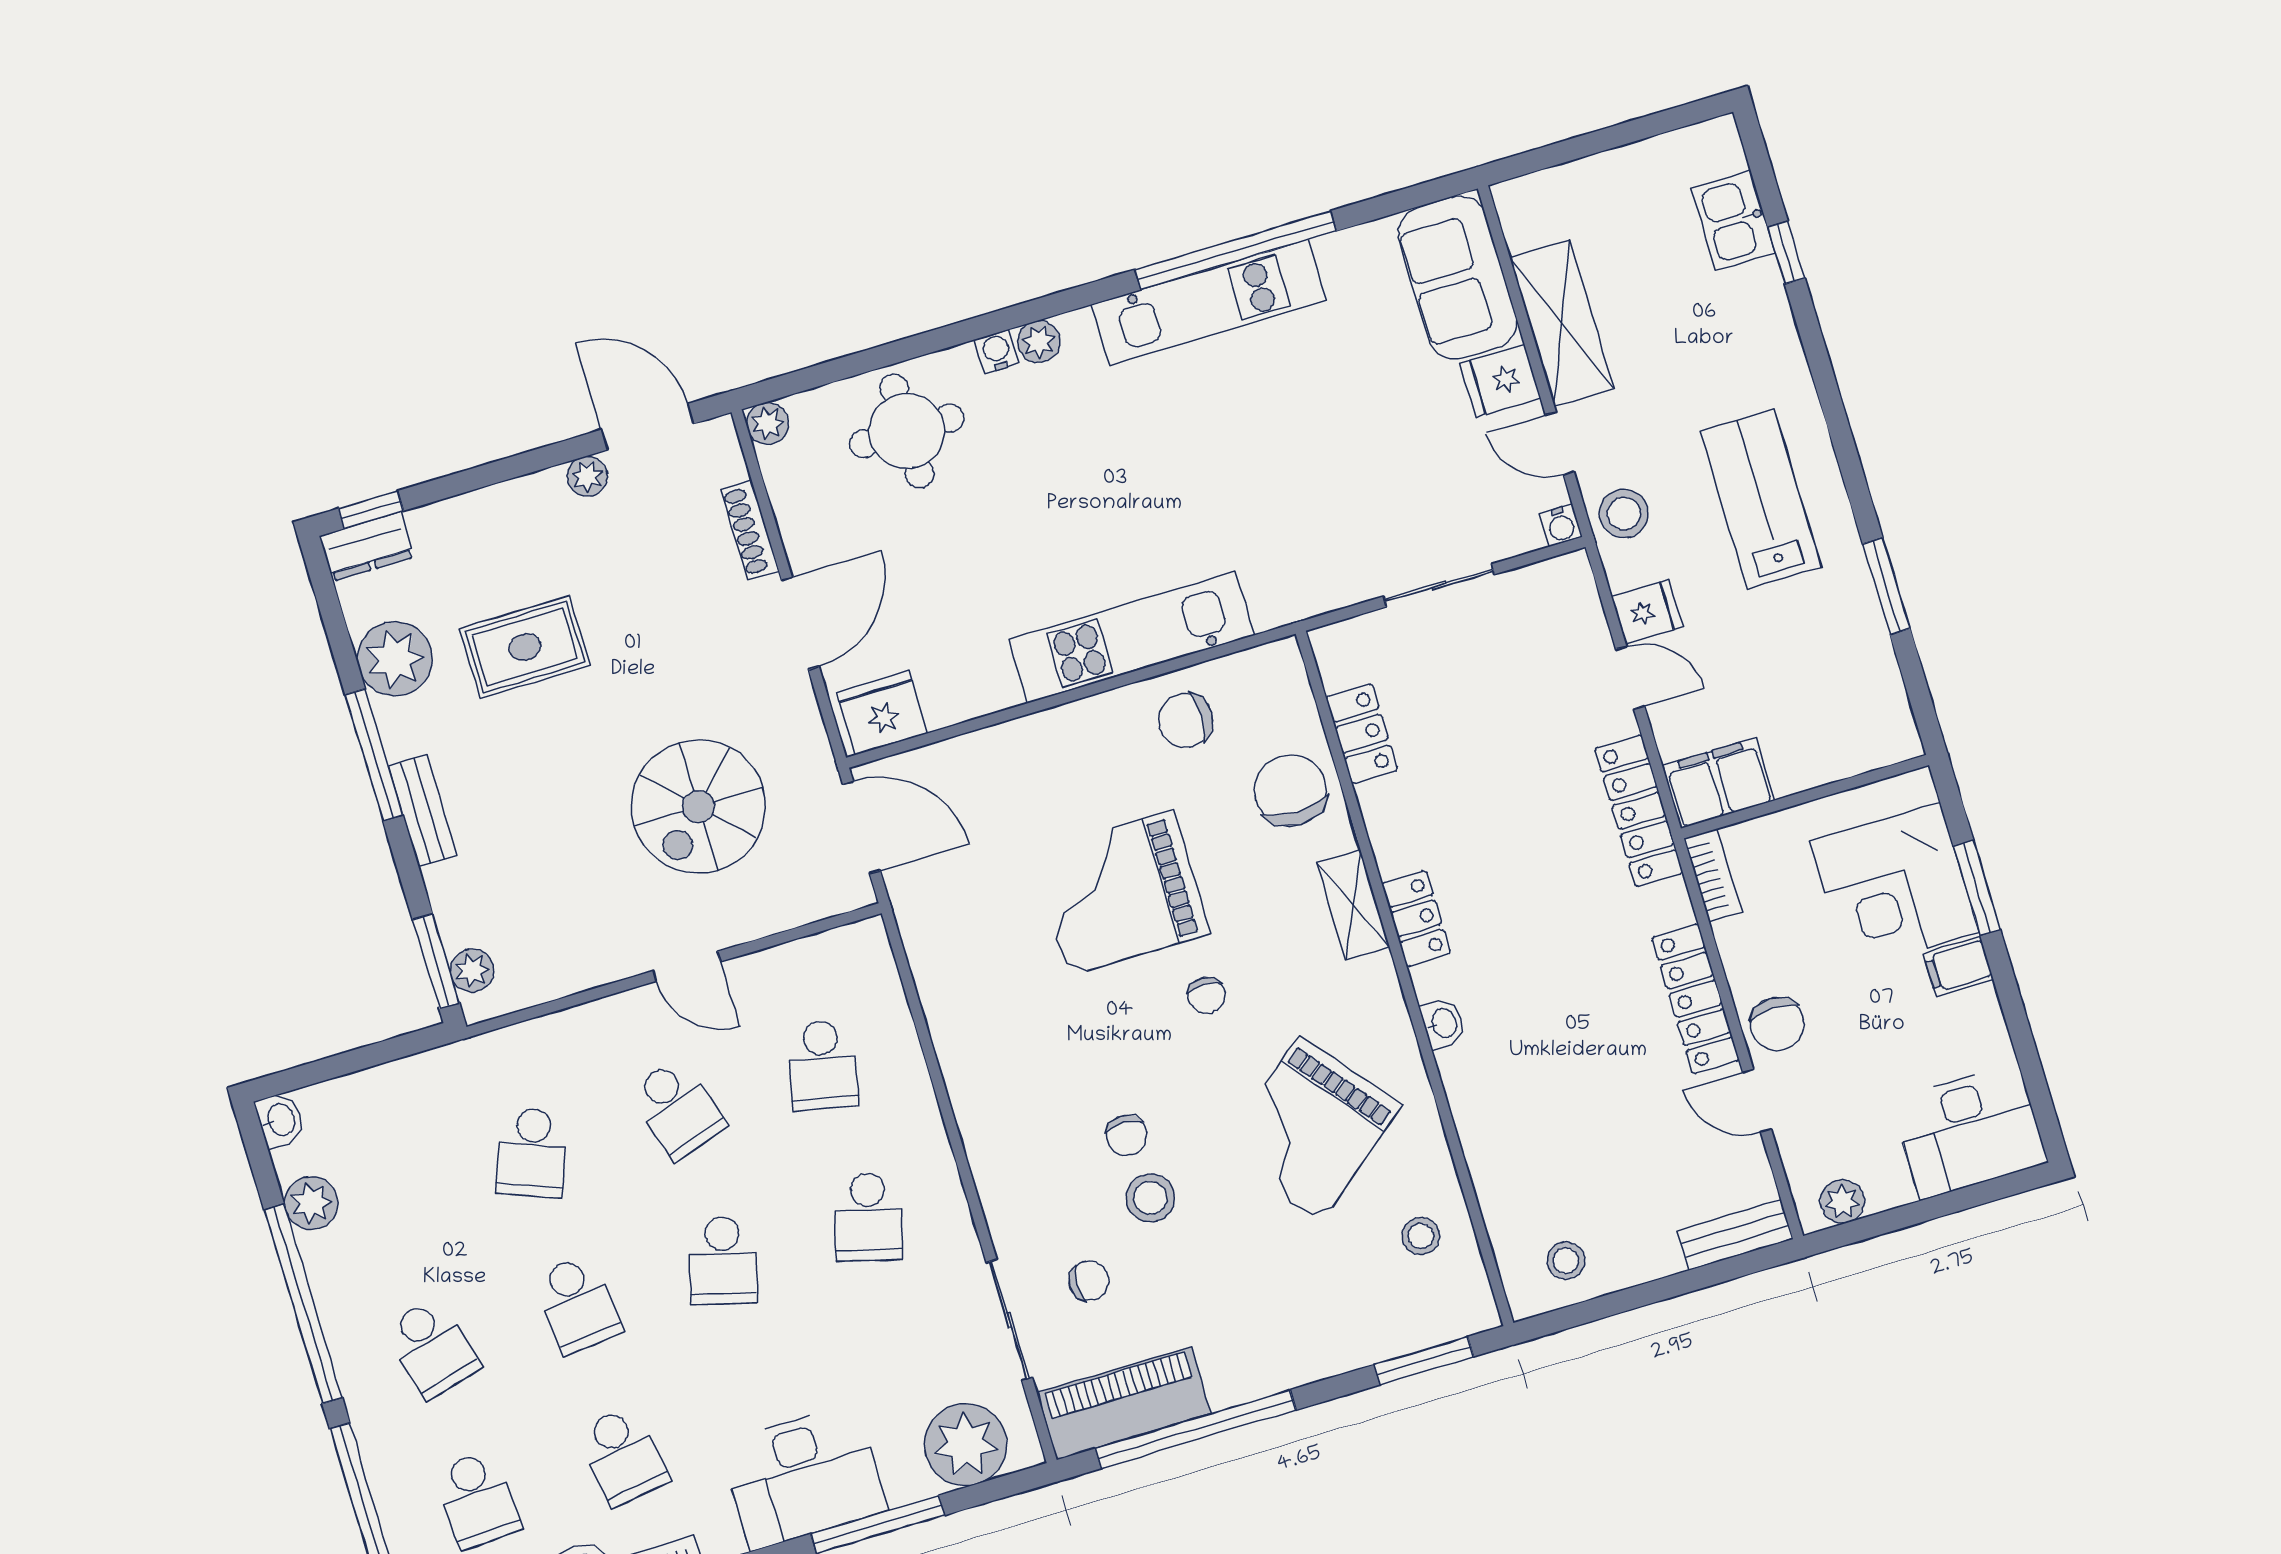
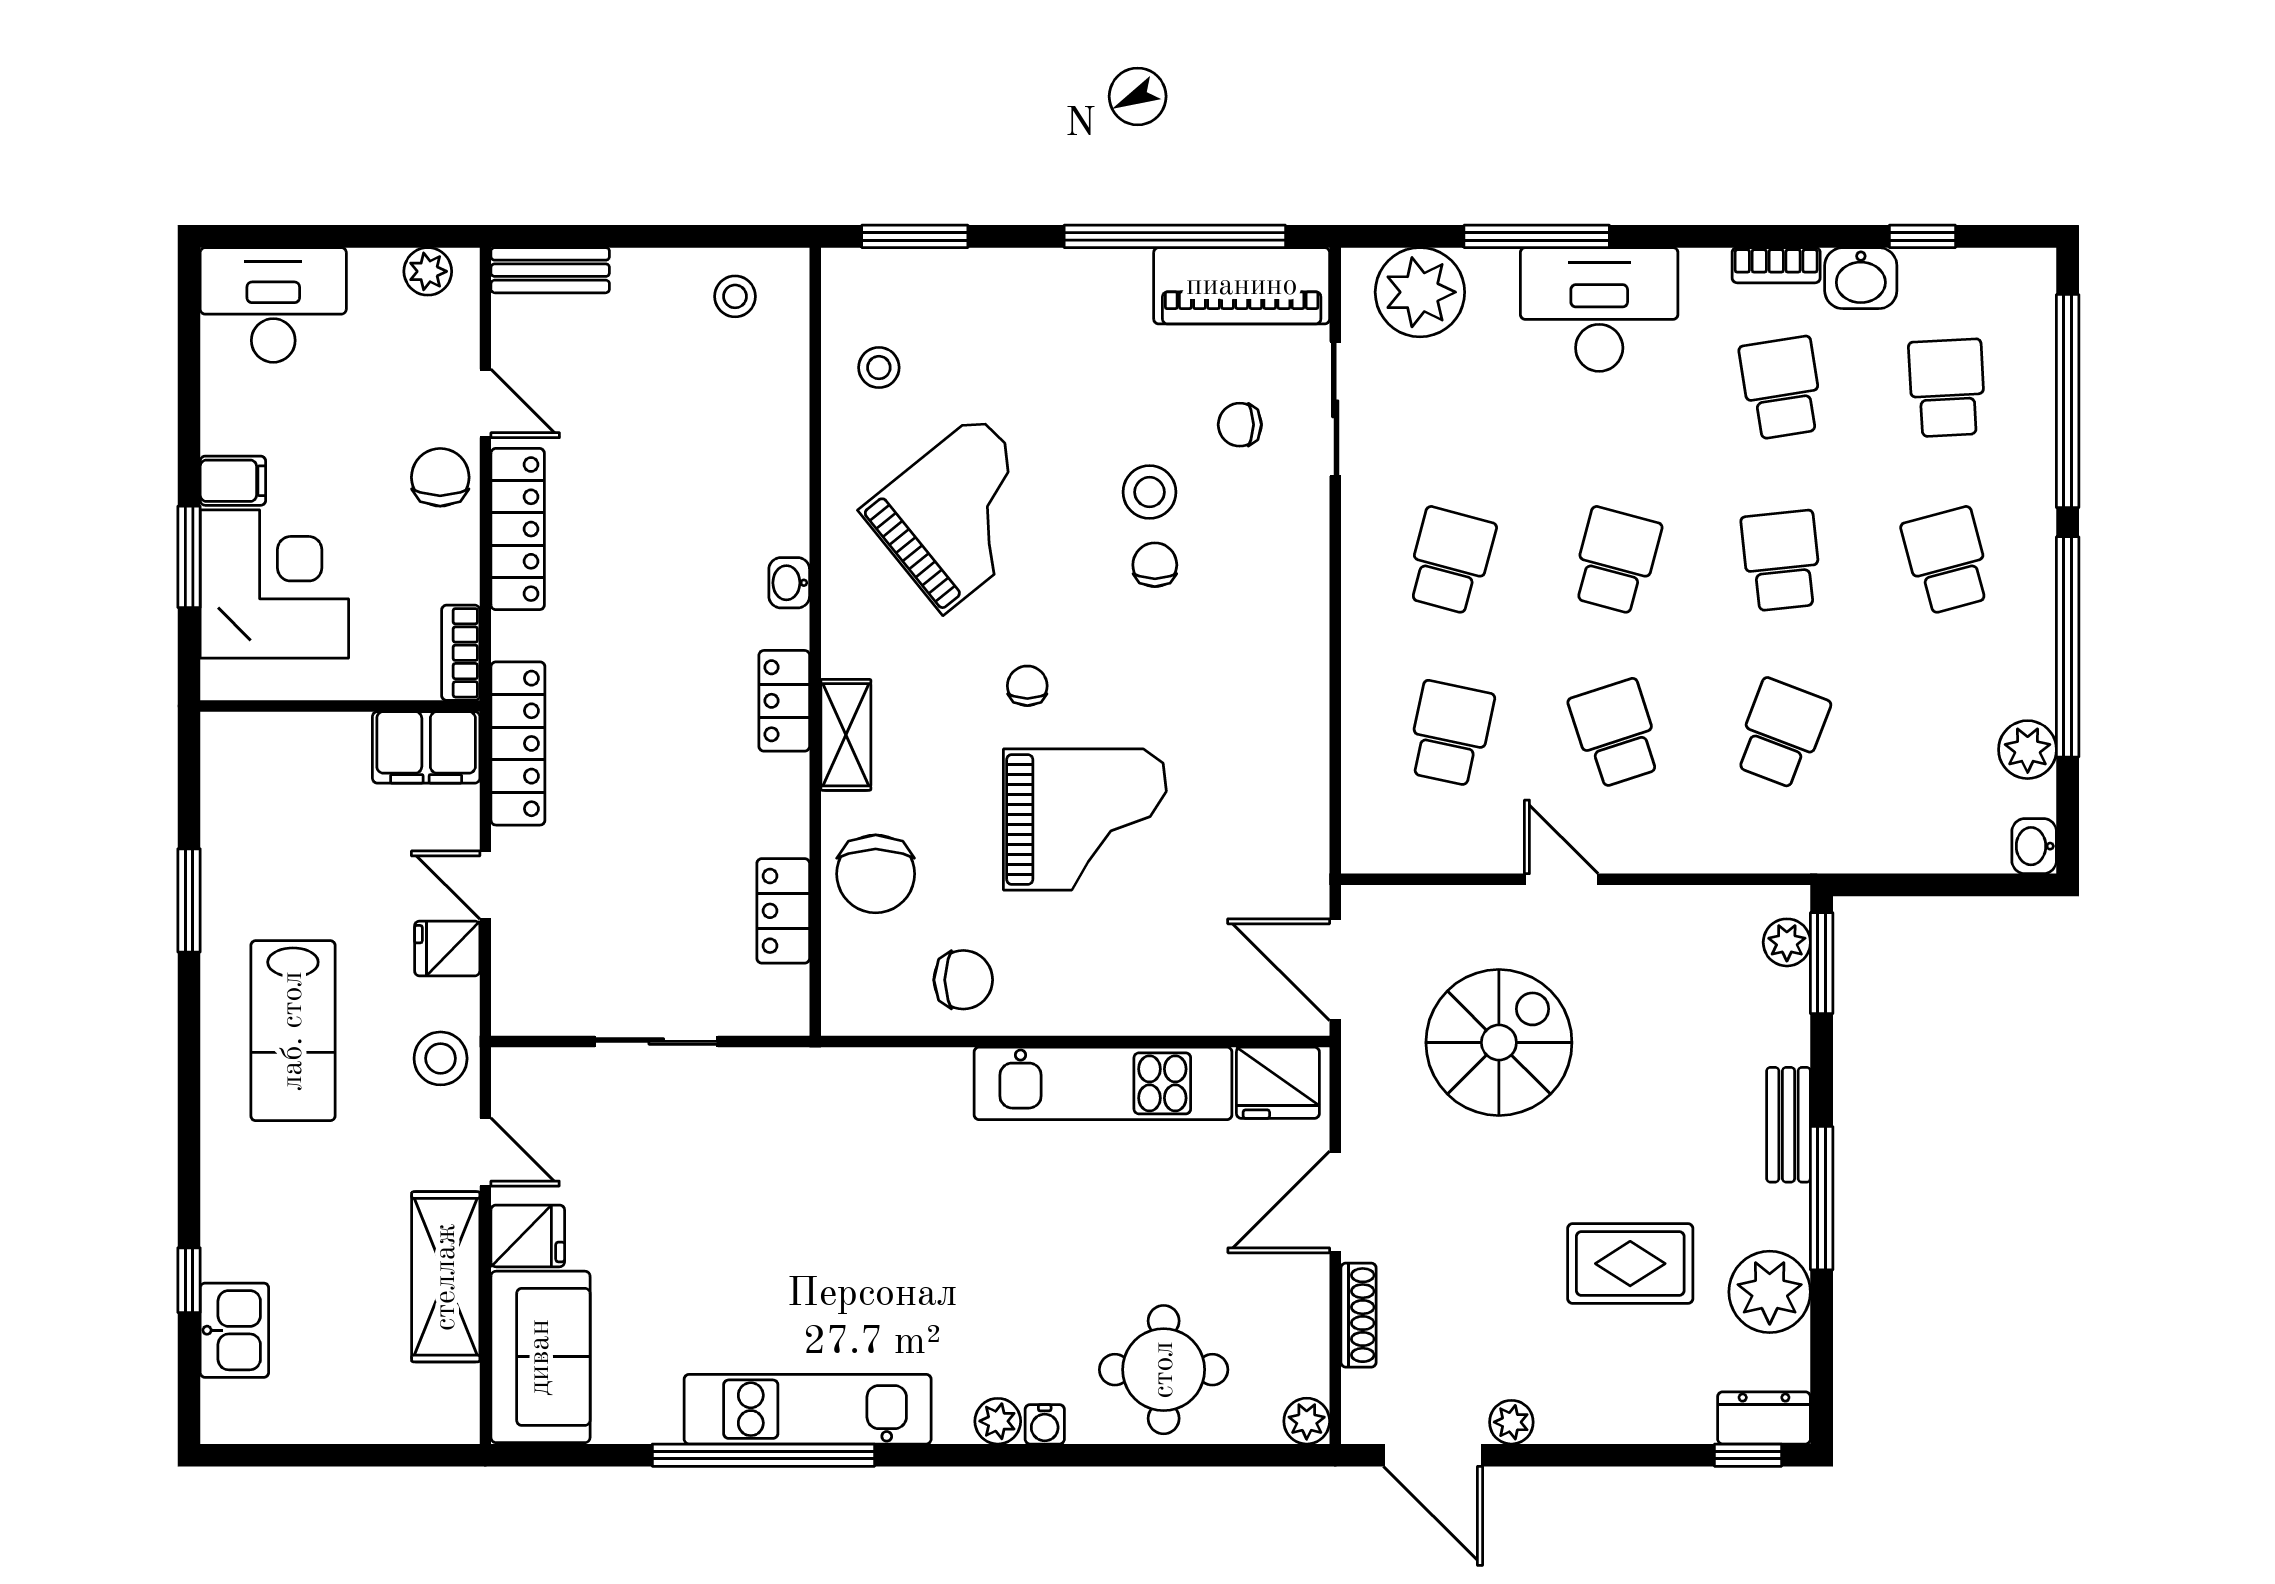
water cooler: (1561, 525) -> (510, 1066), removed
kitchen unit: (1132, 637) -> (1103, 1083), moved

